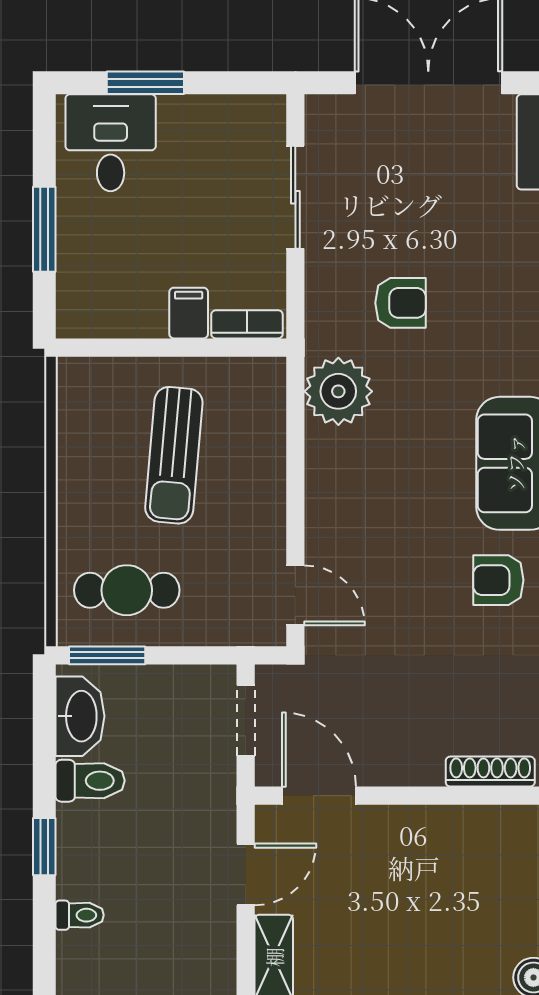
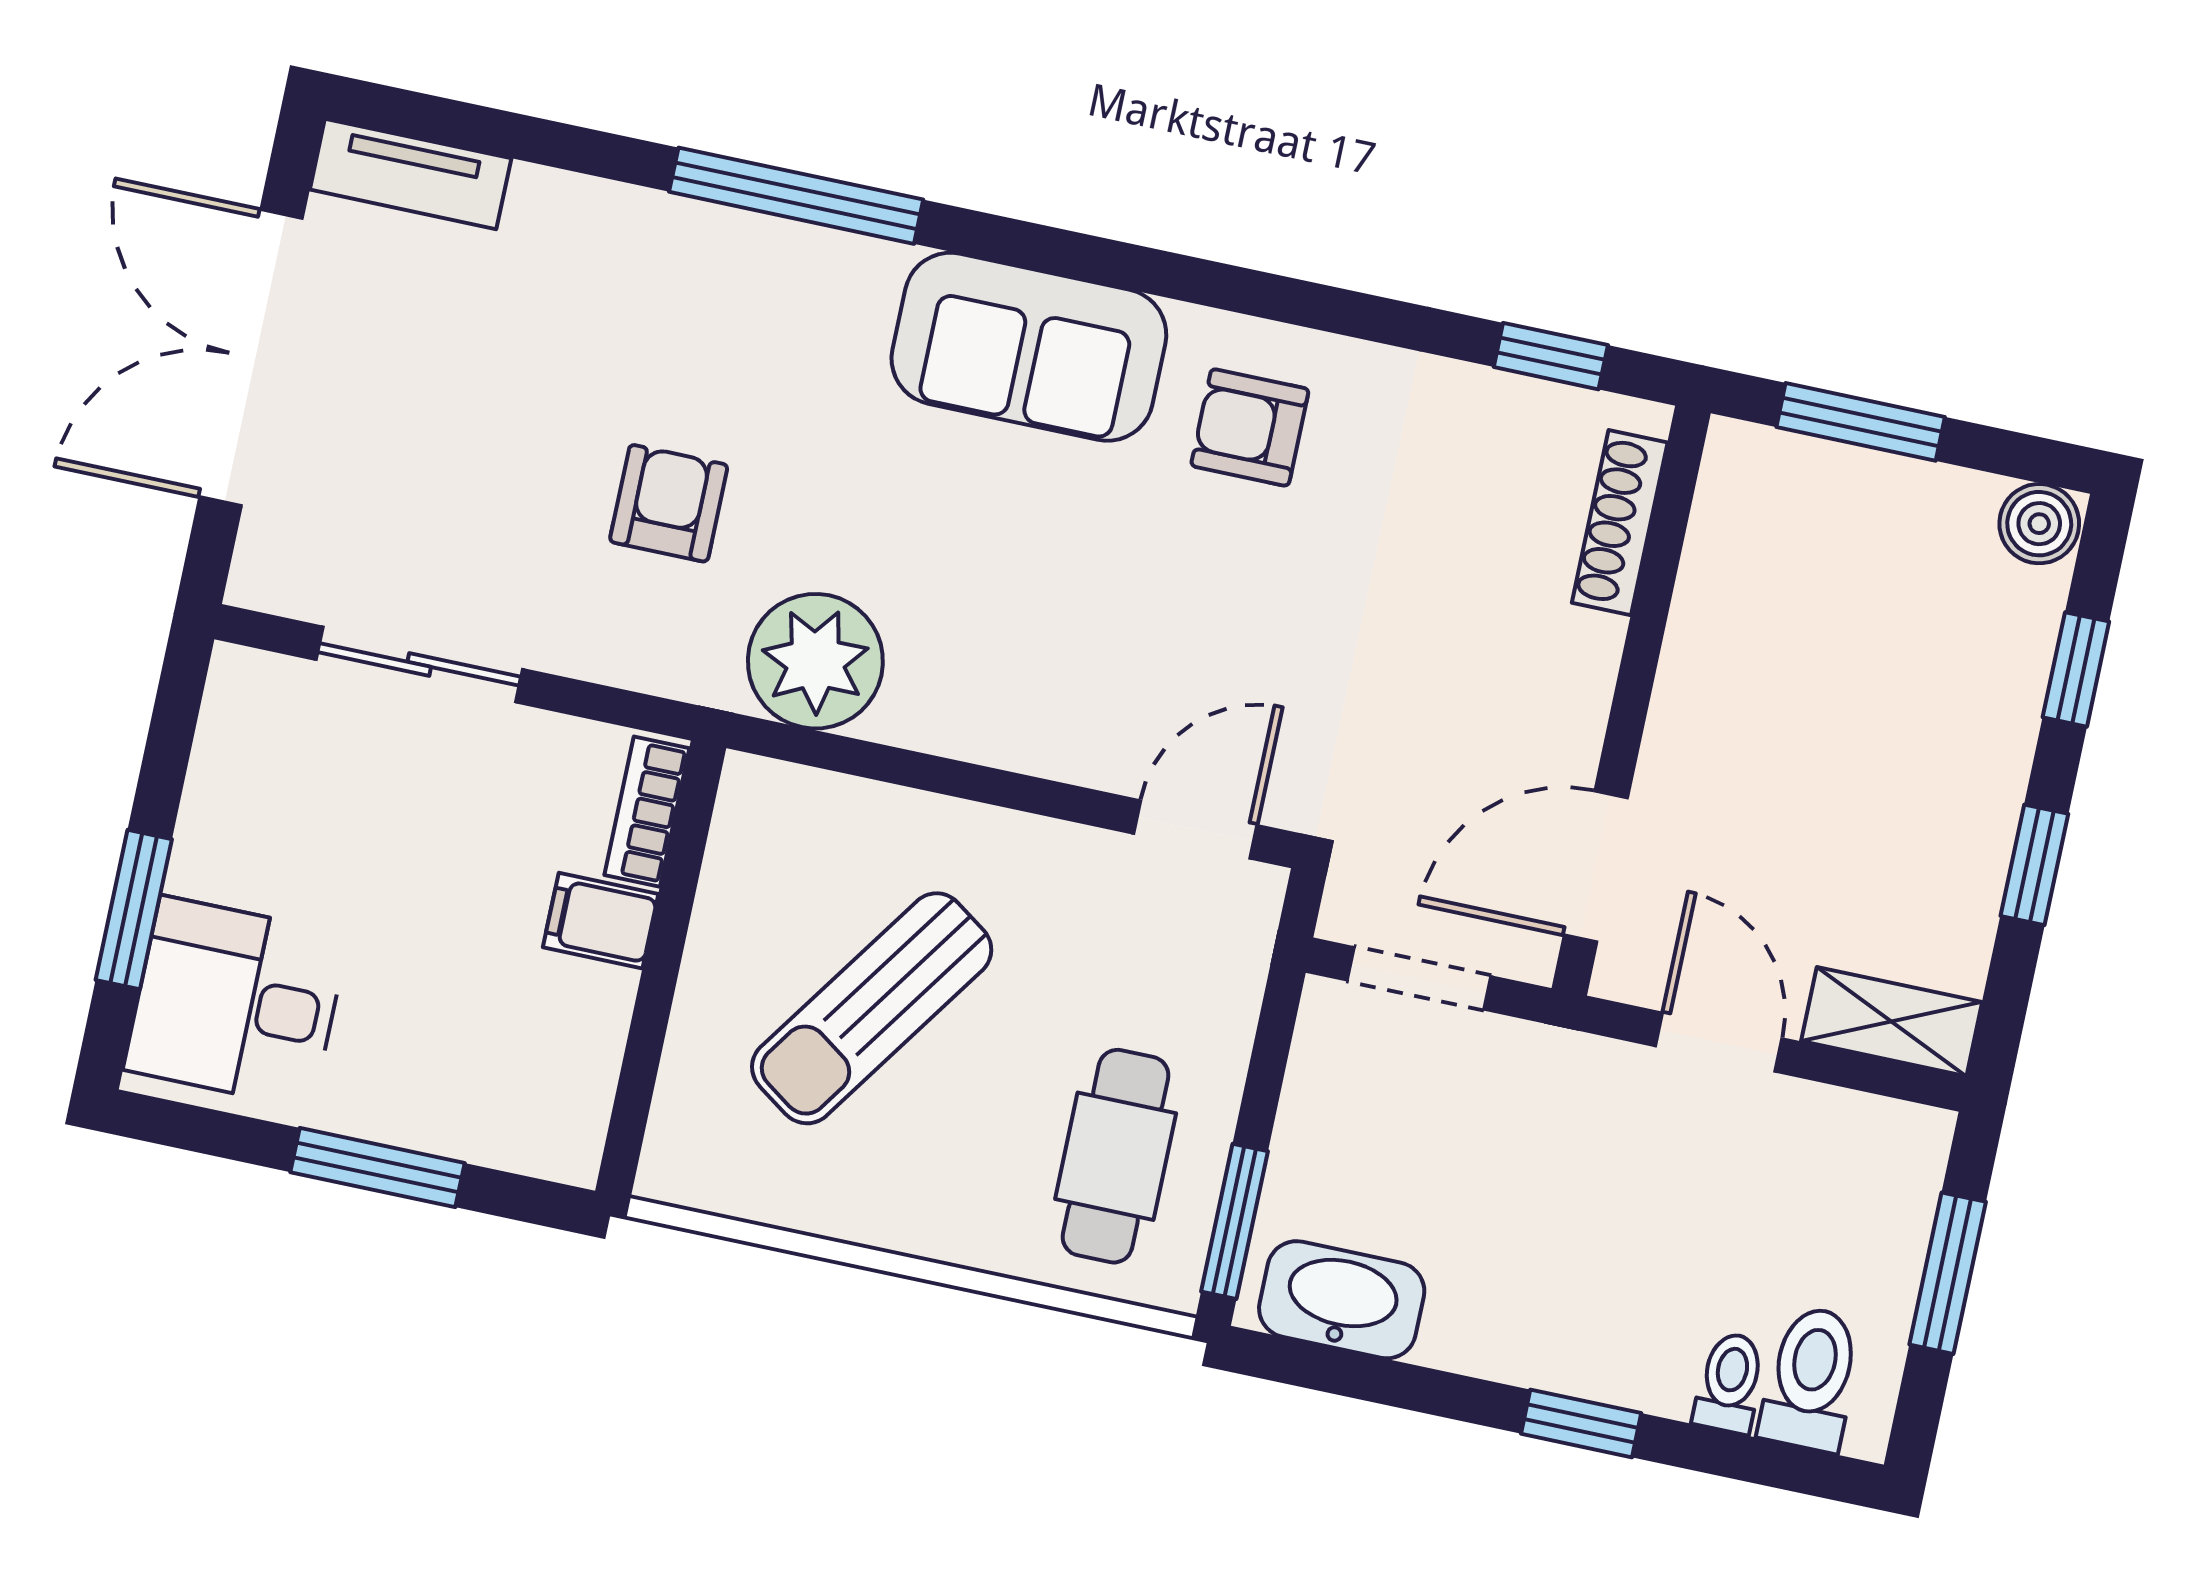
sun lounger: (174, 455) -> (872, 1008), turned 120
armchair: (498, 580) -> (1250, 427), turned 90
toilet: (90, 781) -> (1811, 1379), moved

